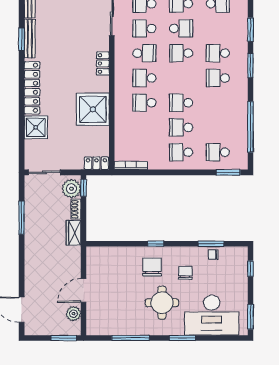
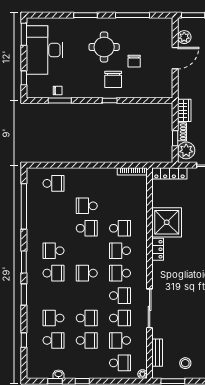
school desk: (181, 28) -> (87, 296), removed
school desk: (181, 53) -> (87, 273), turned 180
locker: (103, 63) -> (158, 249), moved
school desk: (144, 78) -> (120, 251), turned 180
school desk: (218, 78) -> (53, 251), turned 180
school desk: (181, 127) -> (87, 206), turned 180
school desk: (181, 152) -> (87, 183), removed
locker: (96, 163) -> (169, 173), width x1.53
window: (228, 172) -> (44, 165), removed
window: (84, 188) -> (175, 138), moved
chair: (185, 273) -> (134, 61), moved
desk: (212, 315) -> (45, 50), moved, turned -90

